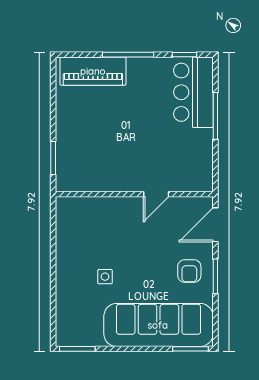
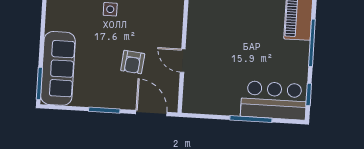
armchair: (189, 271) -> (133, 62), moved, turned -84
sofa: (158, 325) -> (58, 68), width x0.74, depth x0.79

